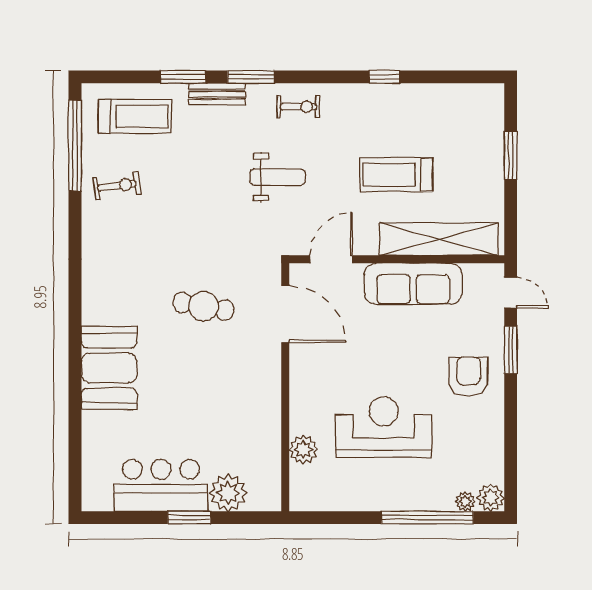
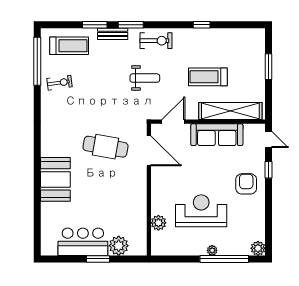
exercise bike: (299, 107) -> (156, 41), width x1.38, depth x1.39
cafe table: (204, 306) -> (106, 147), width x1.37, depth x1.35
window: (511, 350) -> (269, 170), width x0.67
plant: (465, 502) -> (212, 250), moved

